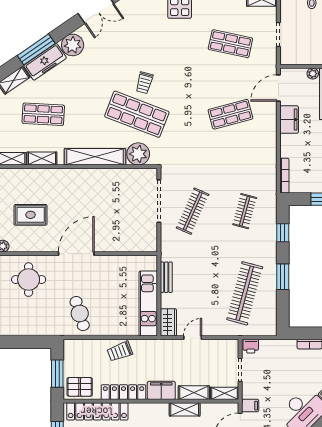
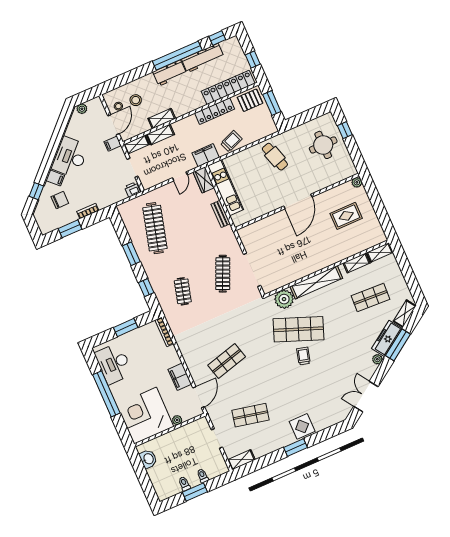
plant: (73, 45) -> (377, 359), width x0.53, depth x0.53
round table: (29, 280) -> (323, 145), moved
filing cabinet: (161, 390) -> (206, 155), moved, turned 180

